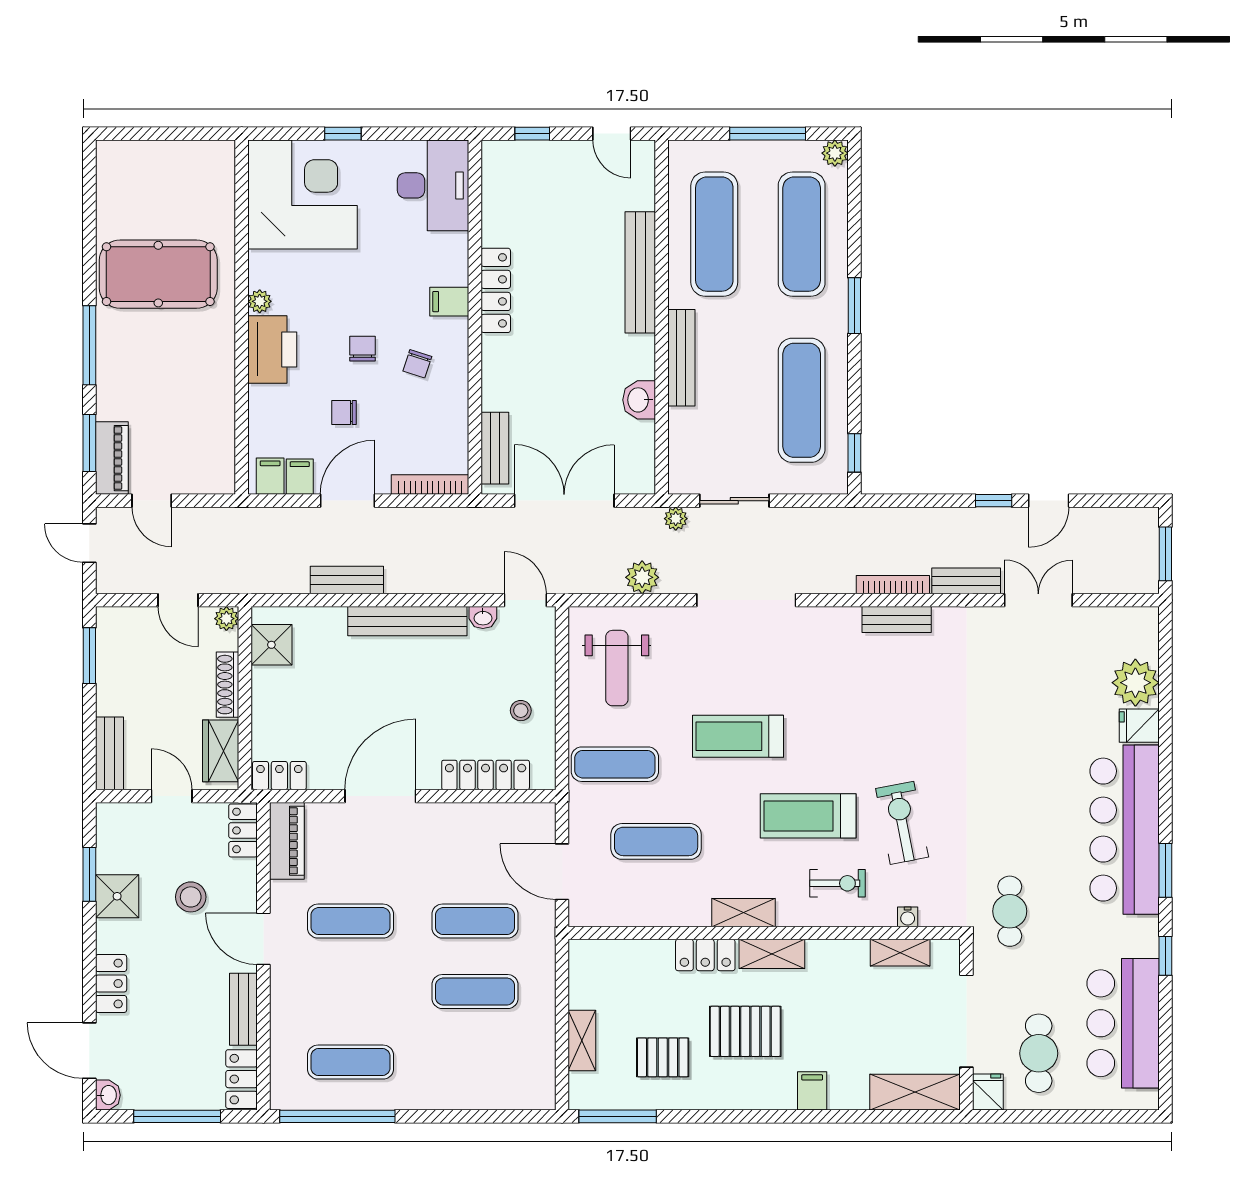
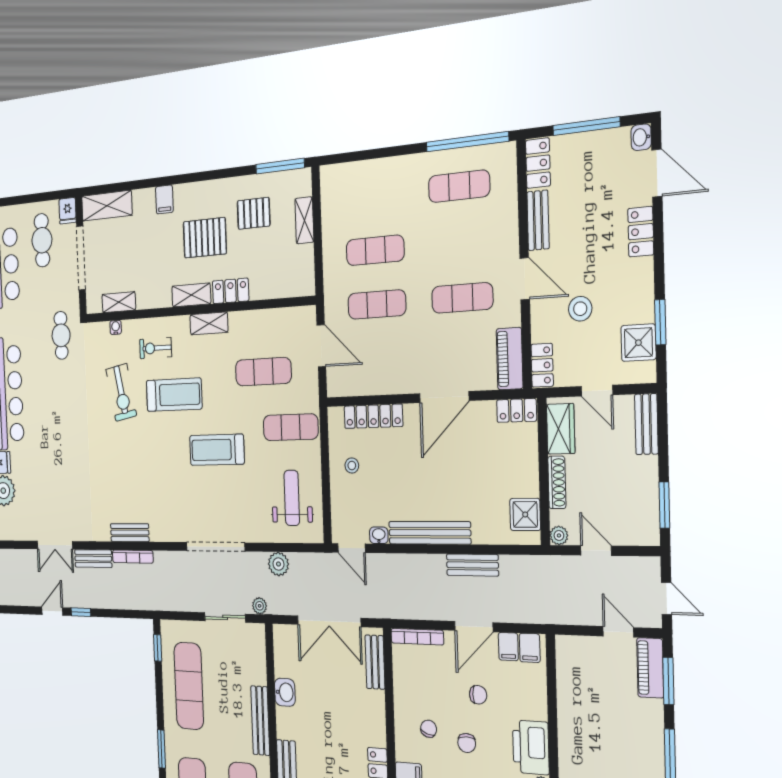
treadmill: (738, 736) -> (217, 450), turned 180
shower: (117, 896) -> (638, 343), moved

